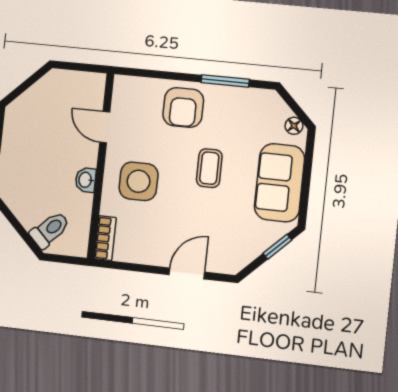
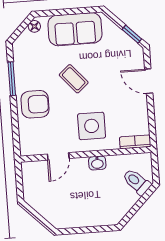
coffee table: (209, 168) -> (74, 79), turned 49
window: (277, 247) -> (132, 34), moved

